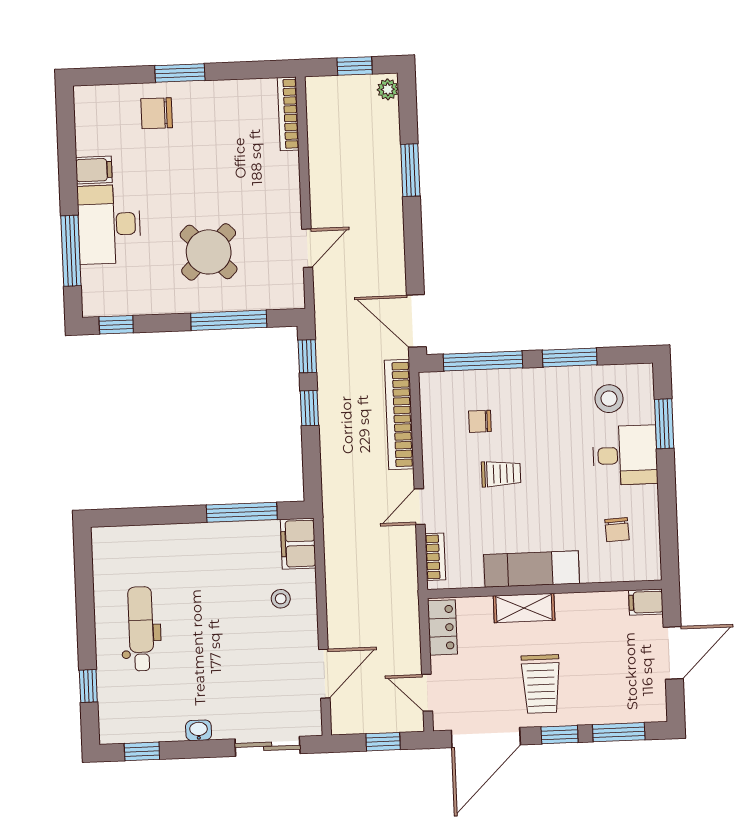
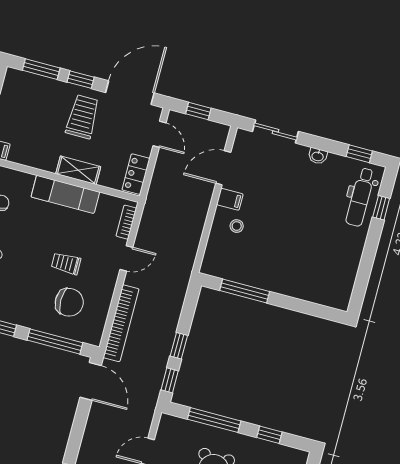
window: (116, 325) -> (269, 435), moved
chair: (480, 421) -> (69, 302), width x1.87, depth x1.87
filing cabinet: (298, 544) -> (230, 199), moved, width x0.50
dental chair: (141, 629) -> (360, 197), moved

